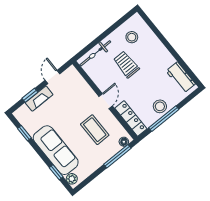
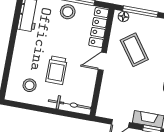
coffee table: (95, 130) -> (134, 50), turned -36

